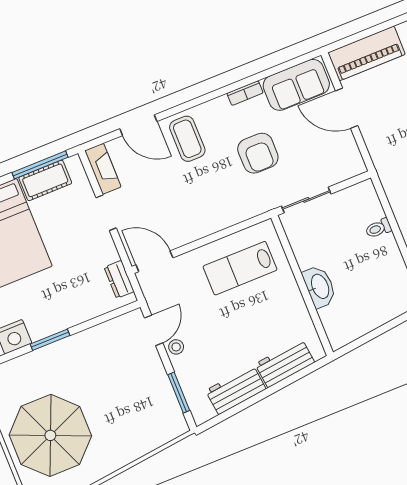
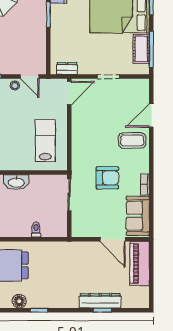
door: (347, 108) -> (113, 239), swing flipped
armchair: (258, 153) -> (107, 178), turned 180
fireplace: (103, 169) -> (134, 85), removed

